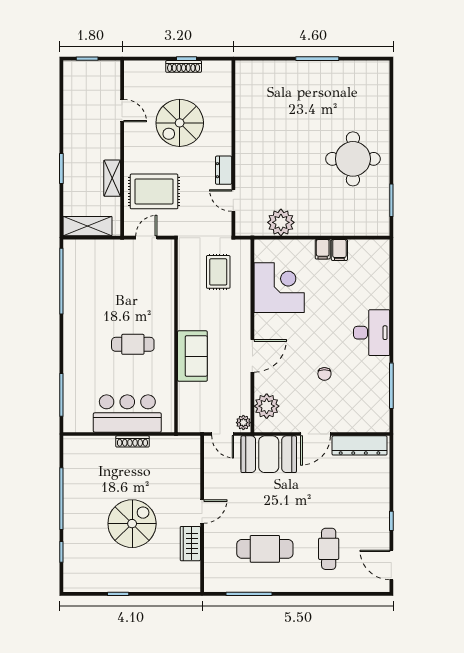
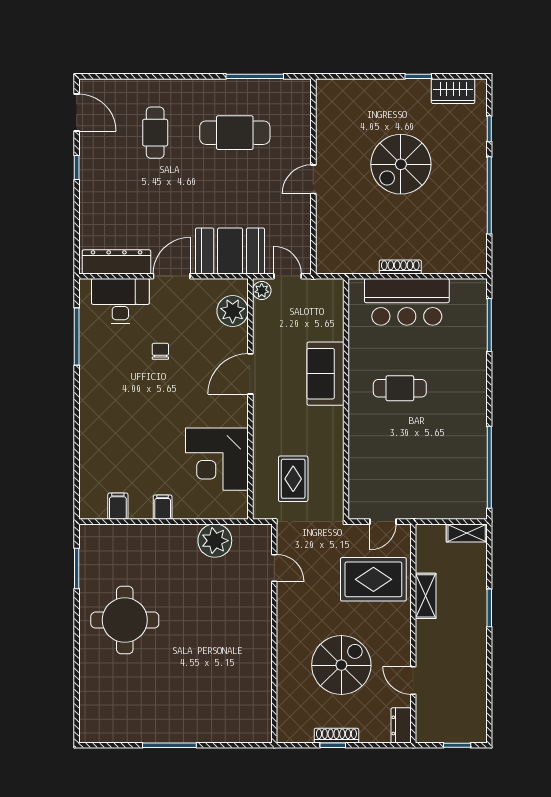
dresser: (224, 170) -> (401, 725), moved, turned 180
shelving: (87, 226) -> (467, 533), width x0.67, depth x0.75
filing cabinet: (339, 250) -> (118, 506), moved
desk: (372, 333) -> (120, 301), moved, turned 90
wardrobe: (190, 544) -> (453, 91), moved, turned 90

